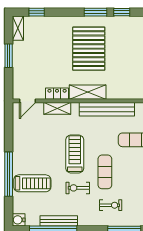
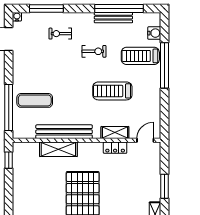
shelving: (88, 92) -> (58, 149), moved
treadmill: (75, 154) -> (112, 91), moved, turned 90
exercise mat: (105, 172) -> (66, 68), removed
water cooler: (19, 220) -> (154, 33), moved

